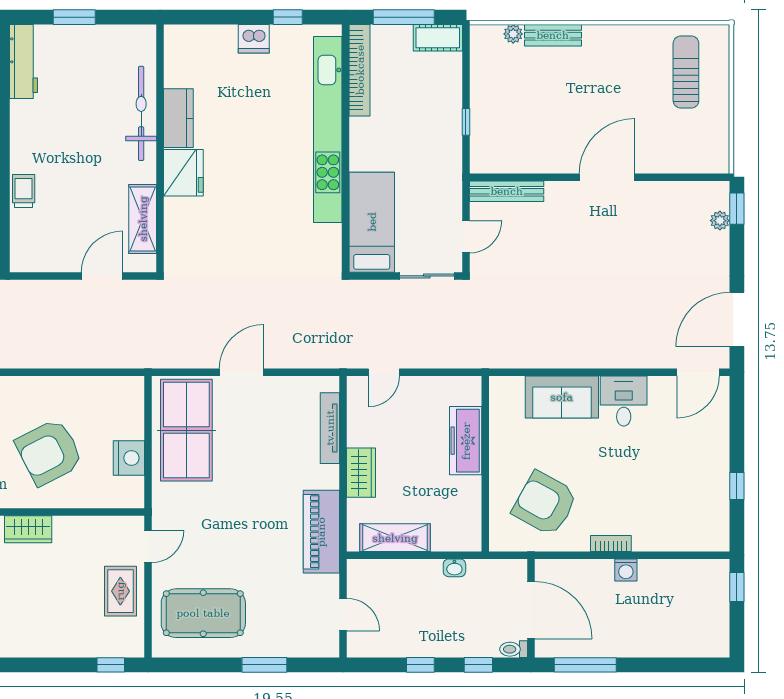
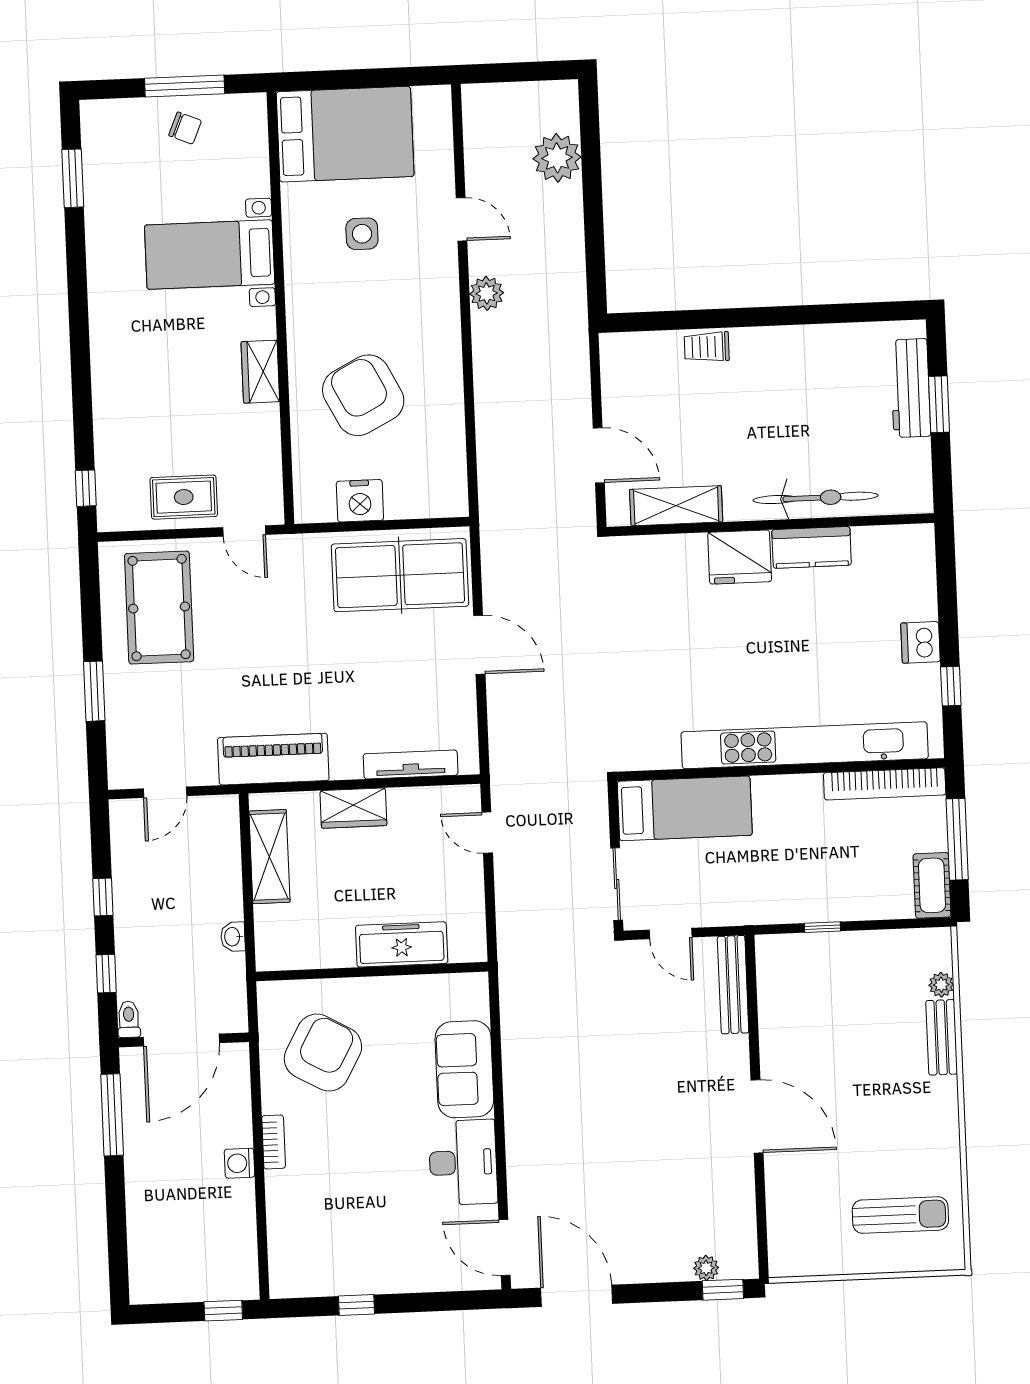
workbench: (24, 61) -> (910, 388), moved, turned 90
trolley: (24, 191) -> (707, 347), turned 180
desk: (624, 401) -> (463, 1162), width x1.37

